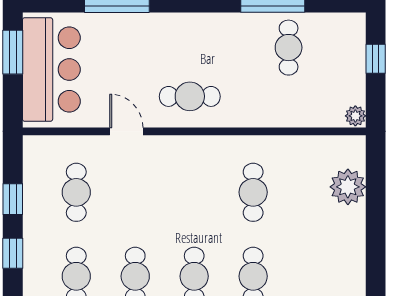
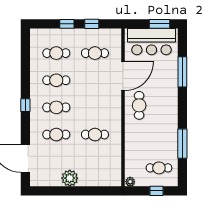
cafe table: (289, 48) -> (159, 168), moved
door: (126, 131) -> (123, 76), width x1.87
plant: (348, 187) -> (70, 178), moved

